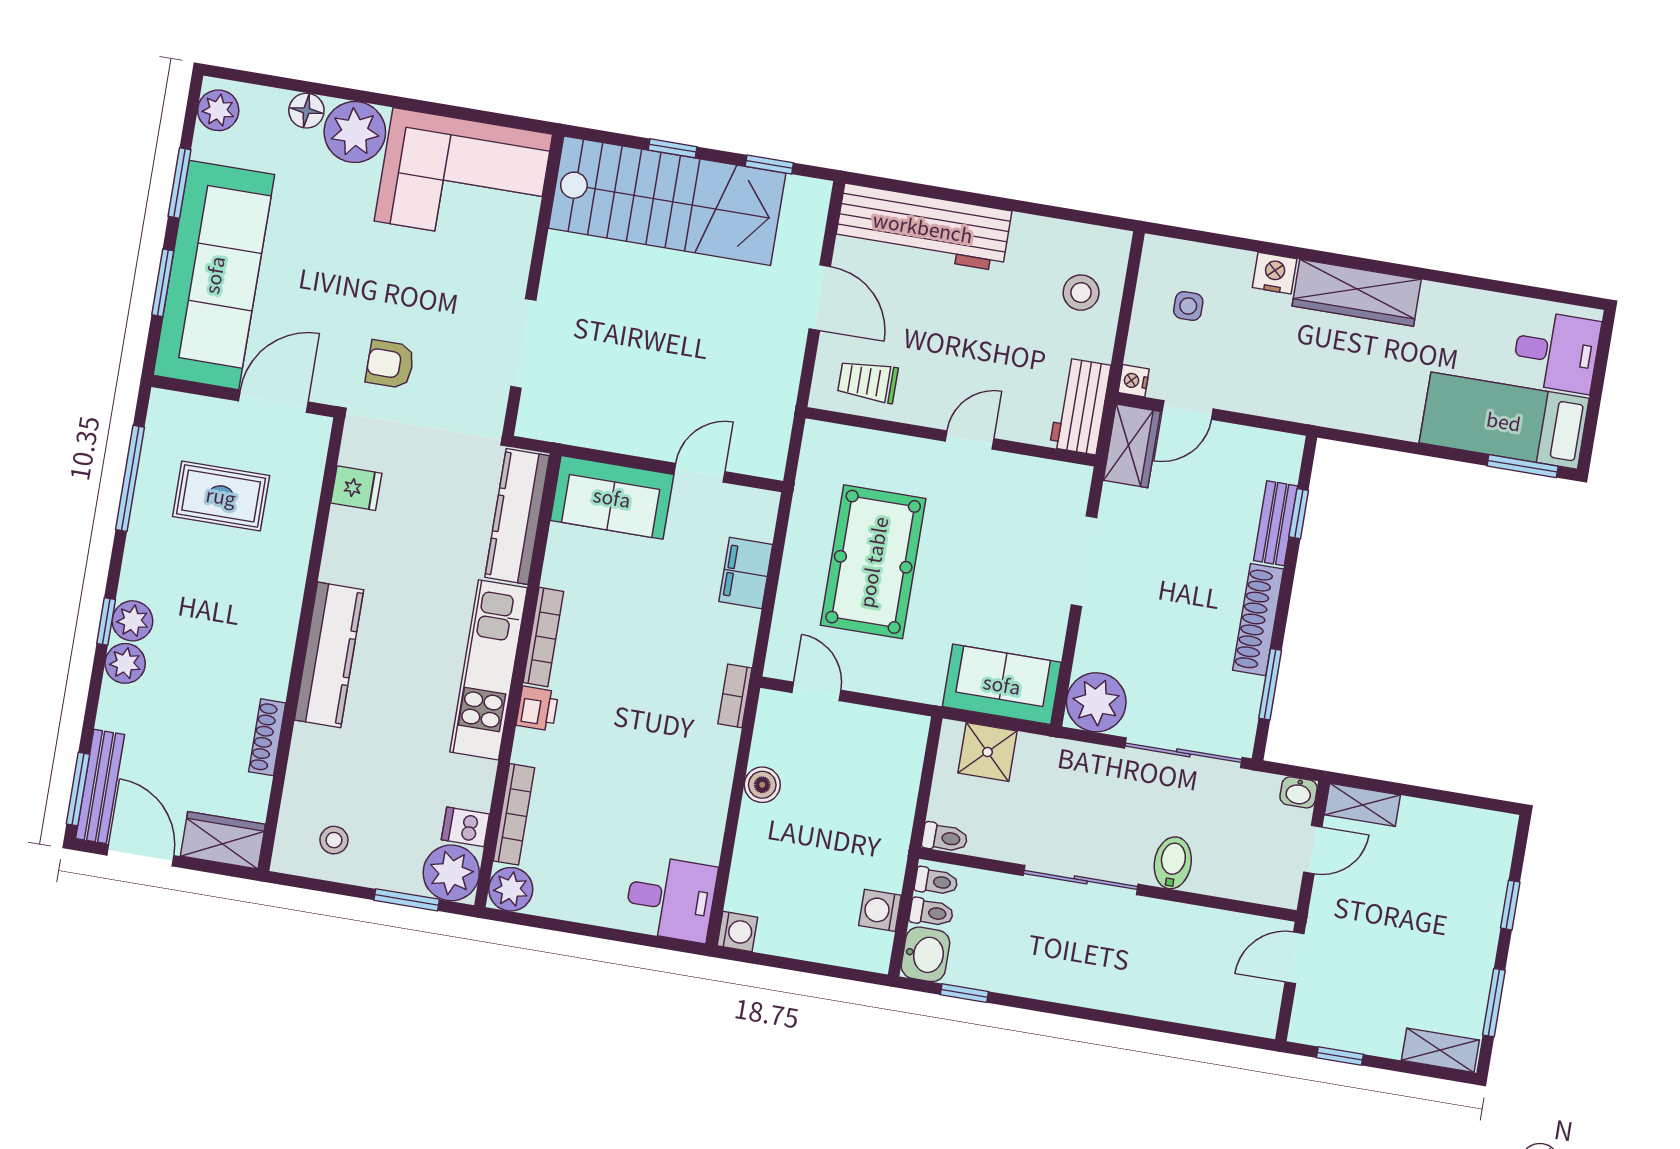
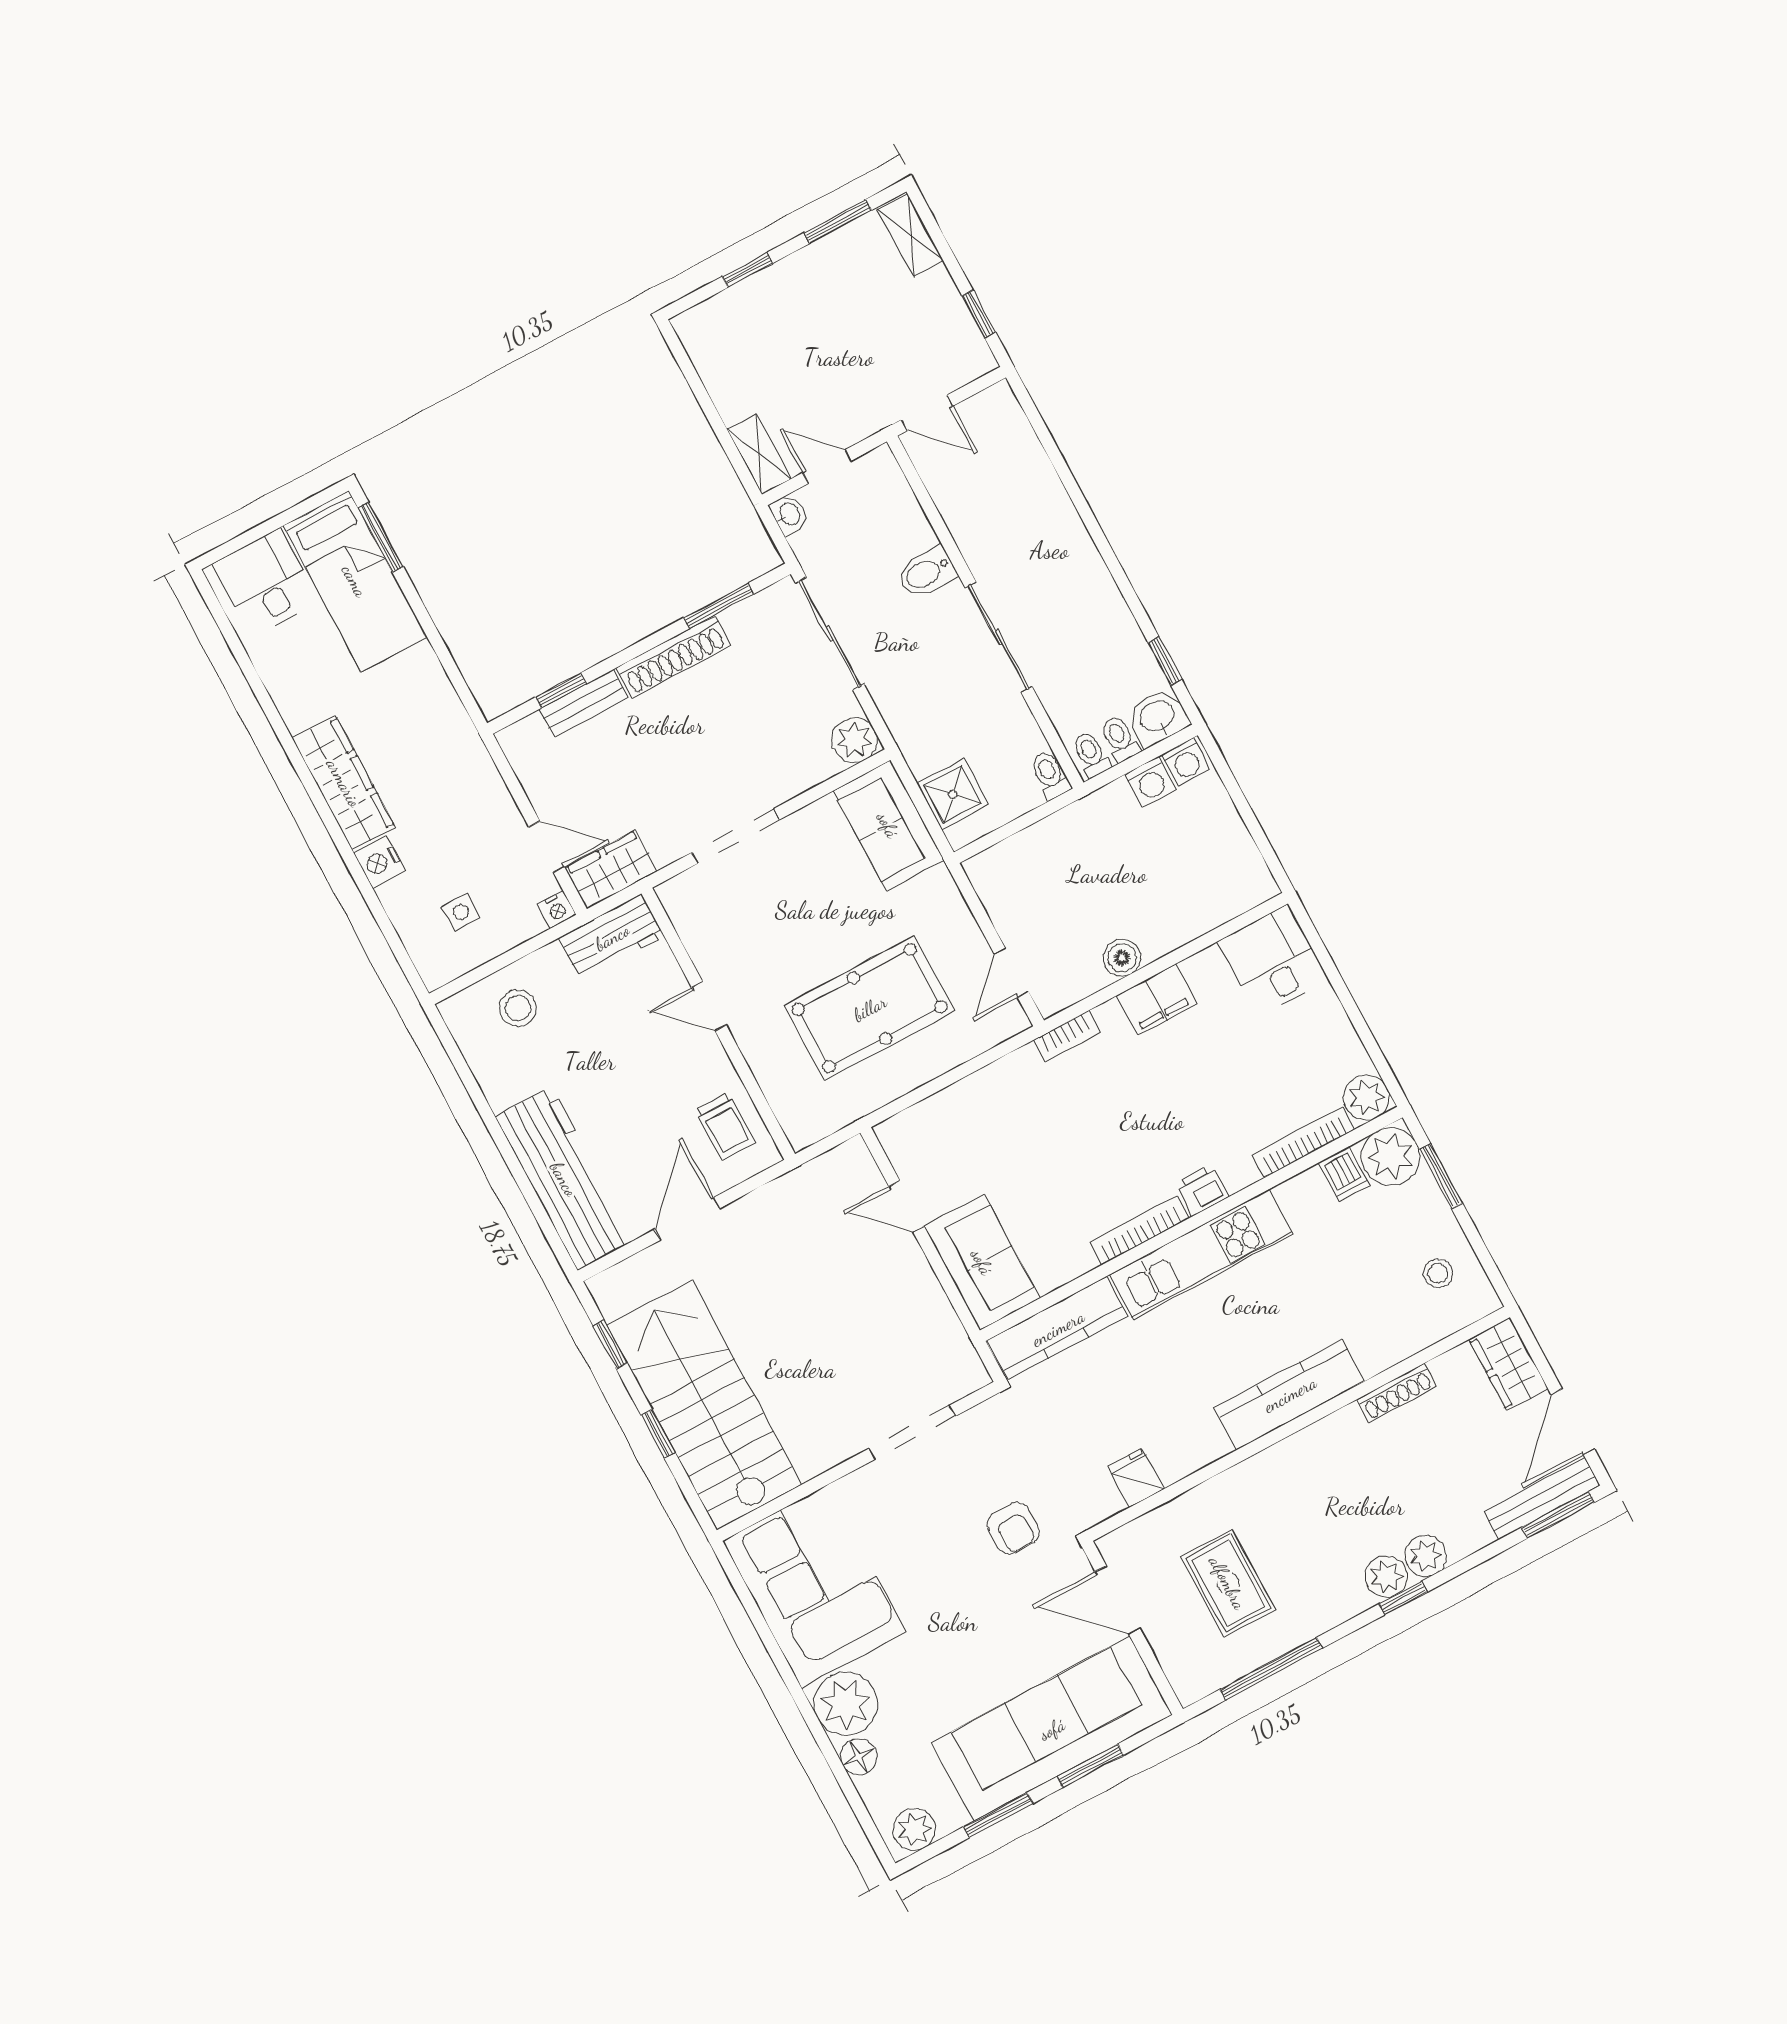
filing cabinet: (746, 573) -> (1156, 1000), moved
plant: (1096, 702) -> (854, 740), width x0.73, depth x0.73
washing machine: (737, 931) -> (1186, 762), moved, turned 180

